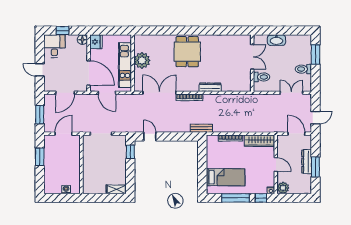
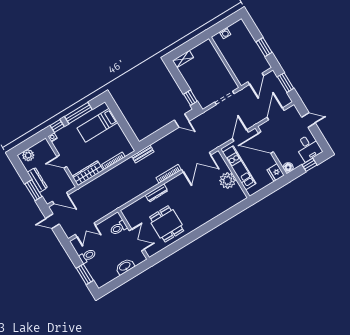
dining table: (187, 52) -> (167, 224), moved
double door: (252, 57) -> (137, 240), swing flipped
door: (107, 93) -> (240, 135), hinge flipped
door: (315, 118) -> (52, 221), hinge flipped
window: (315, 167) -> (33, 190), moved
plant: (283, 188) -> (28, 155), moved

